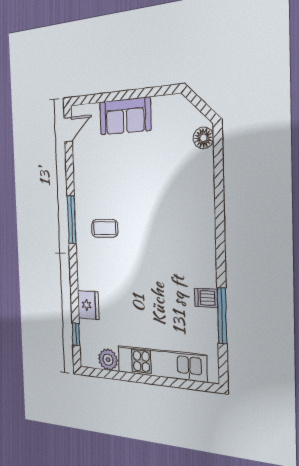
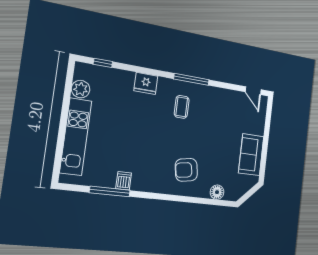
sofa: (125, 116) -> (251, 155), moved
floor lamp: (203, 138) -> (217, 192), moved
armchair: (180, 210) -> (186, 170), added
fridge: (88, 305) -> (146, 83), moved

